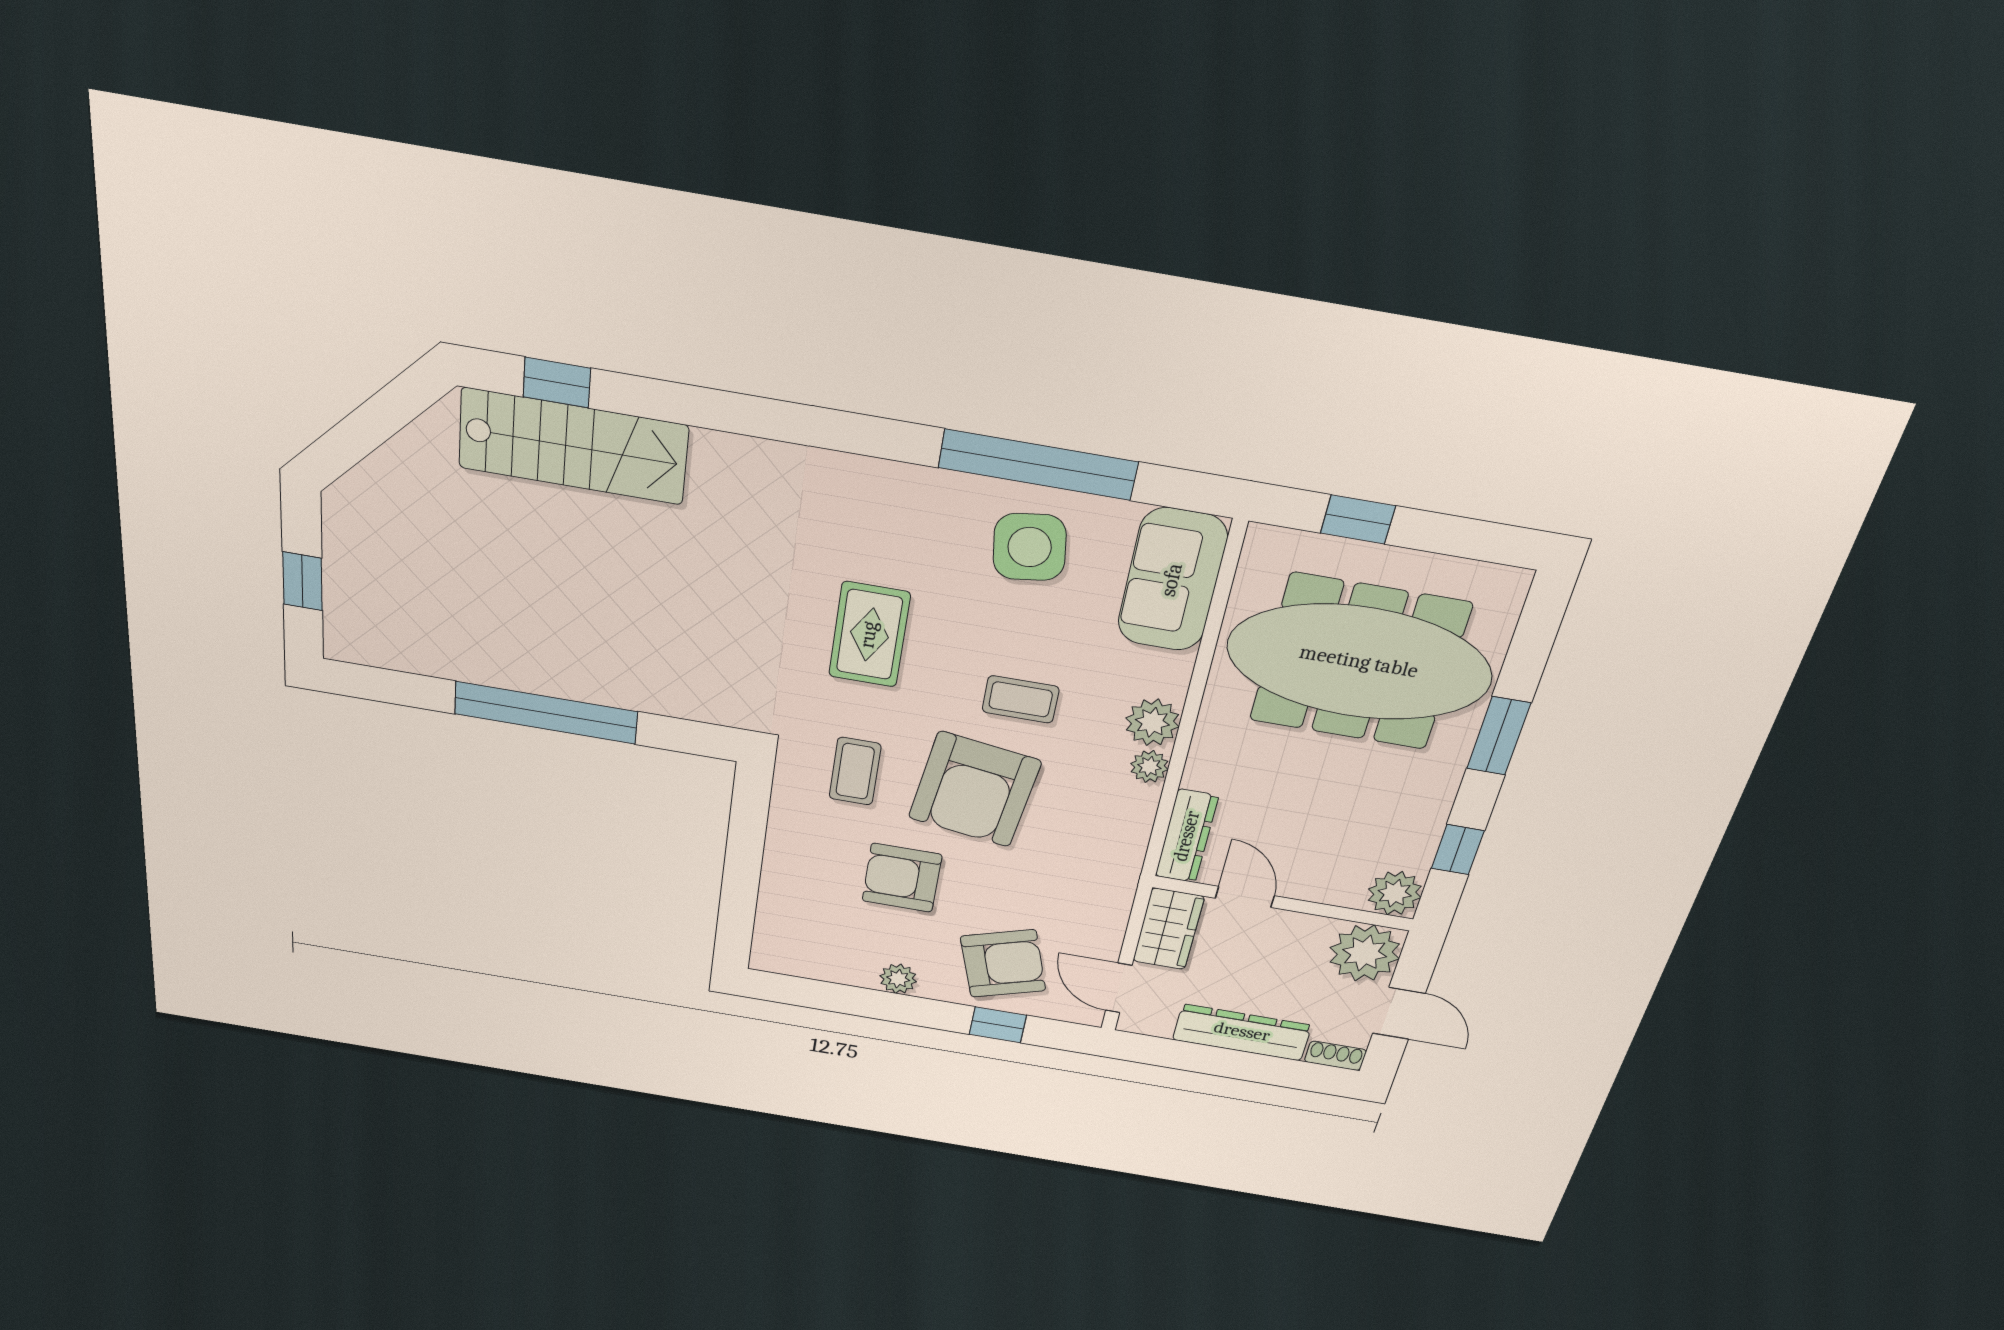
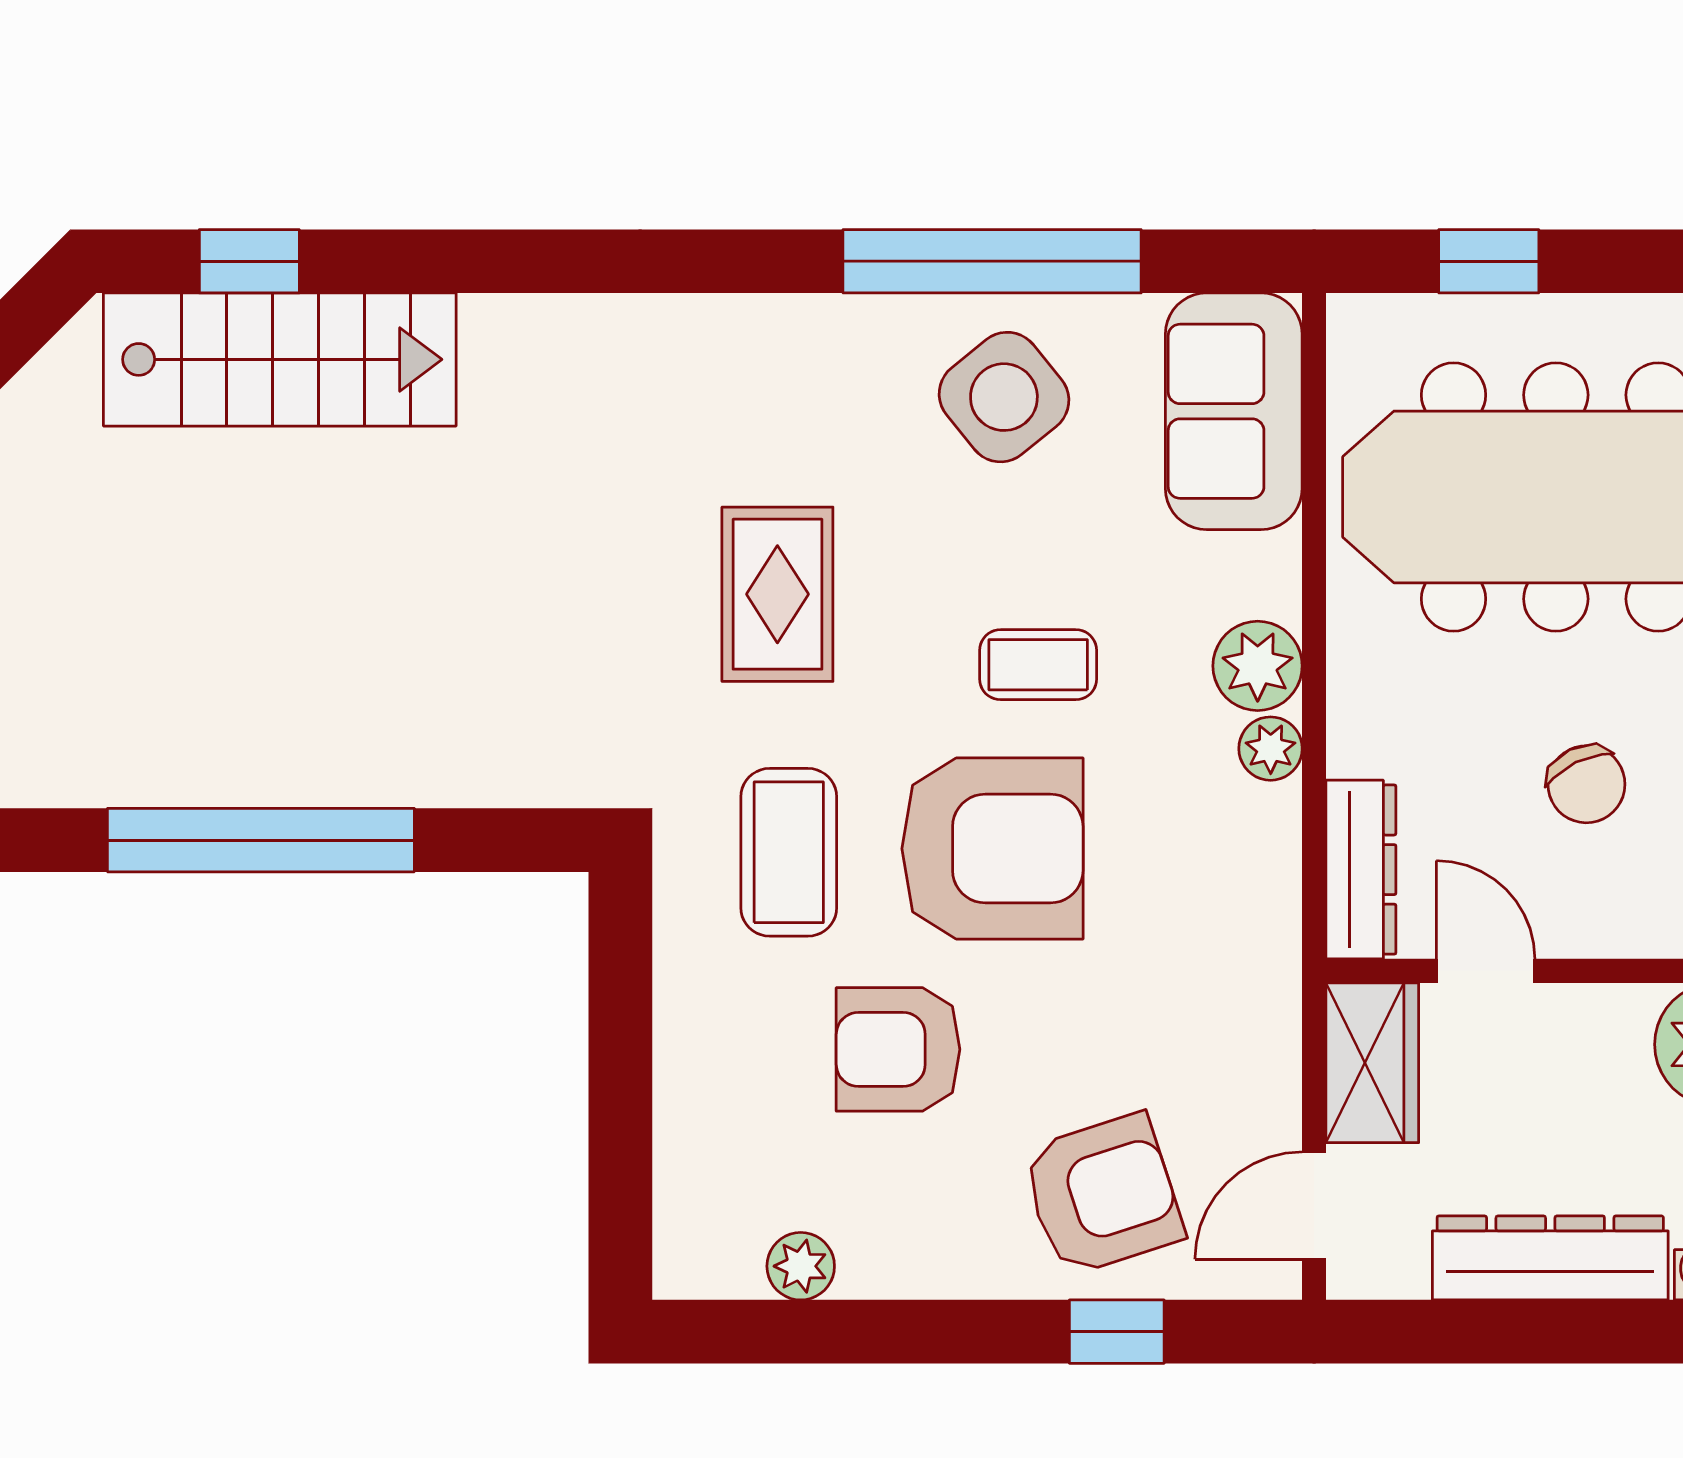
side table: (1030, 547) -> (1004, 397), turned -31
coffee table: (855, 771) -> (789, 852), width x1.36, depth x1.30
armchair: (974, 789) -> (992, 849), turned -98
chair: (1331, 816) -> (1586, 784), added
plant: (898, 979) -> (801, 1266), moved
door: (1119, 988) -> (1314, 1205), hinge flipped

